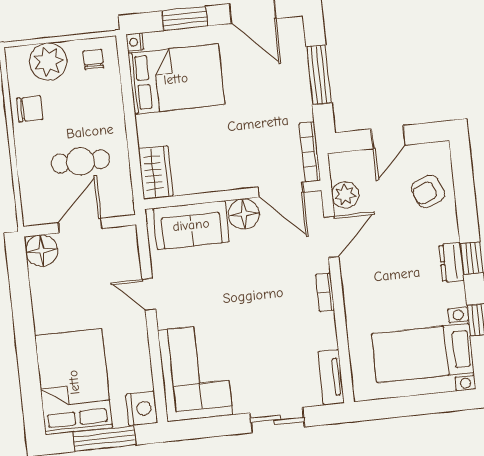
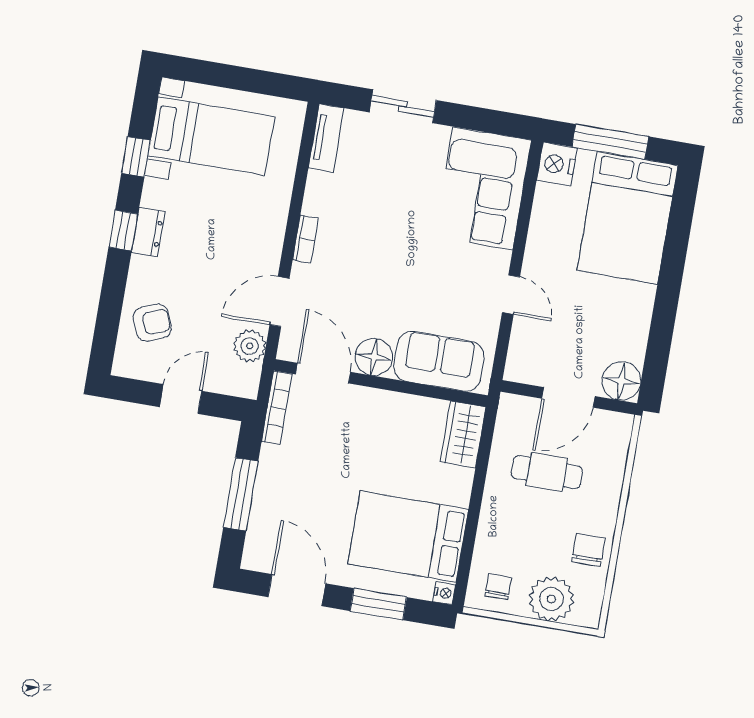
chair: (93, 59) -> (498, 587), turned 180
chair: (30, 109) -> (588, 550), turned 90

